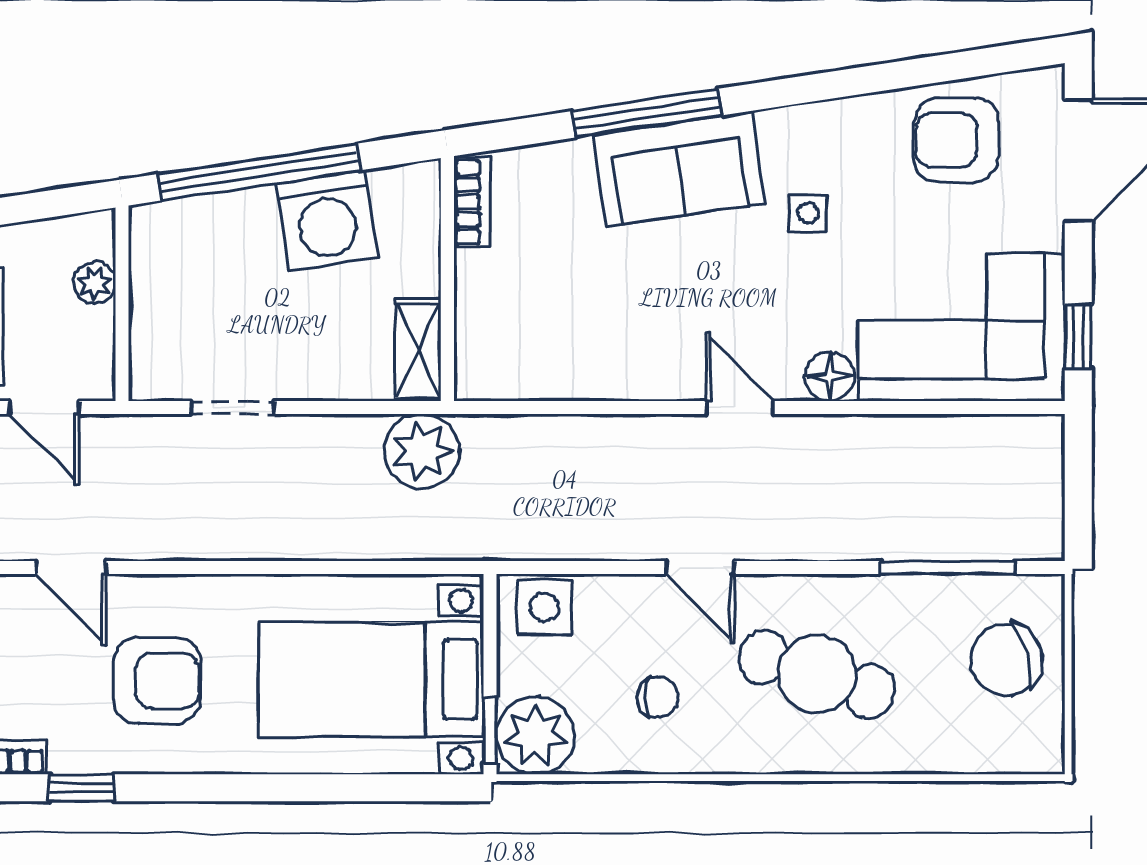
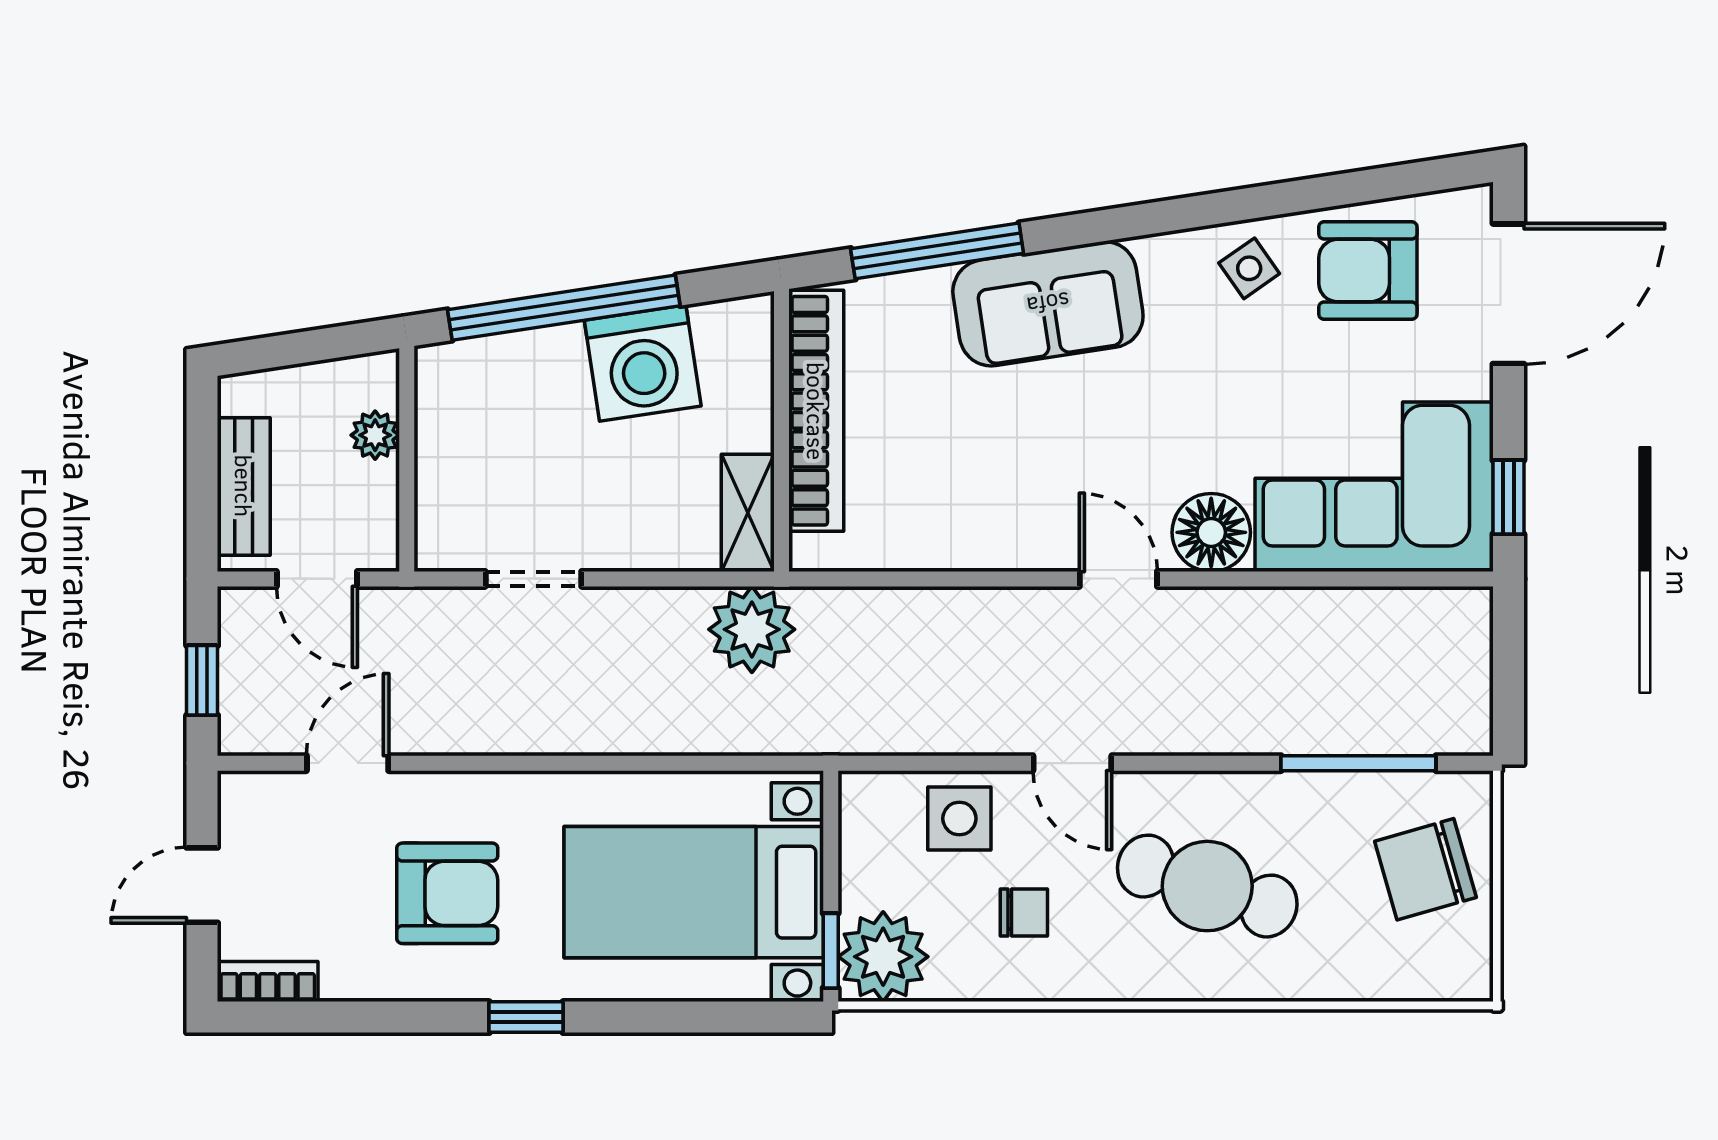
window: (647, 113) -> (937, 251), moved
bookcase: (472, 202) -> (816, 411), width x2.31, depth x1.31
side table: (808, 213) -> (1249, 268), moved, turned -35
floor lamp: (830, 377) -> (1211, 532), width x1.38, depth x1.38
door: (71, 568) -> (348, 763), swing flipped
side table: (544, 607) -> (959, 818), moved
window: (81, 788) -> (526, 1017), moved

